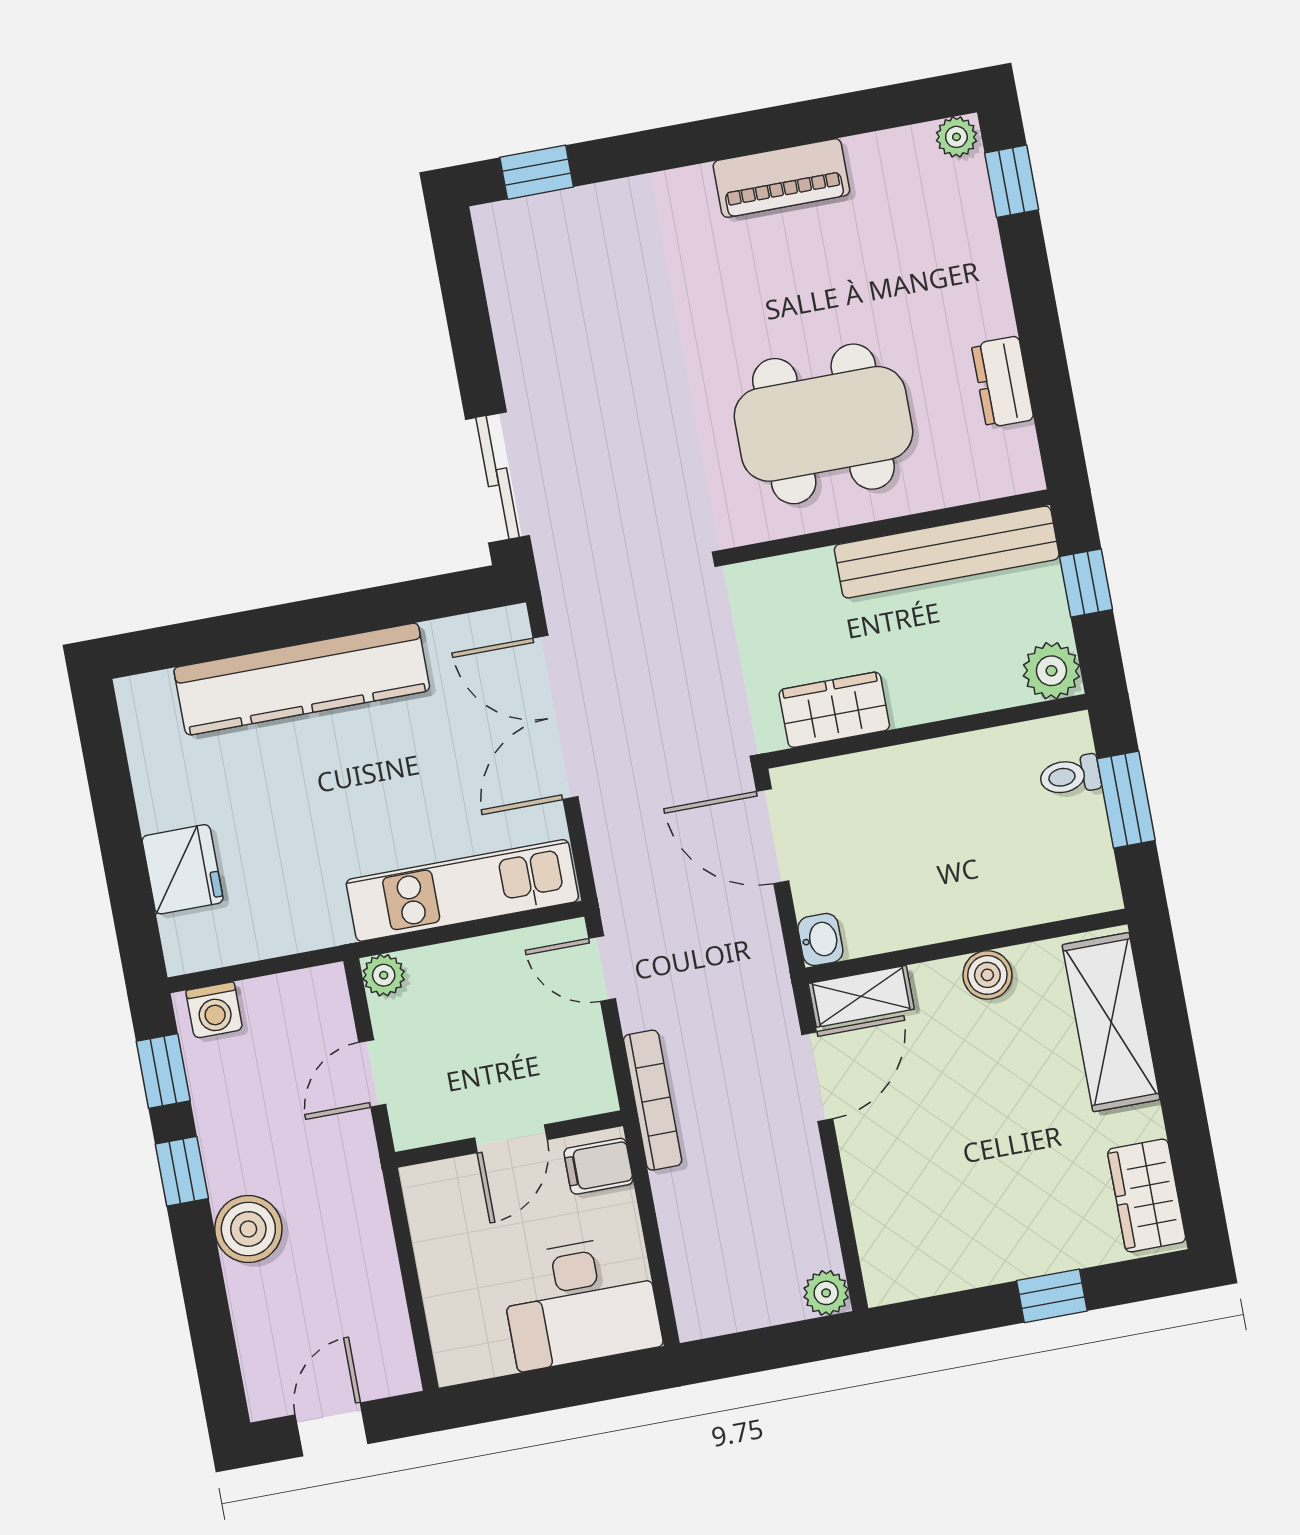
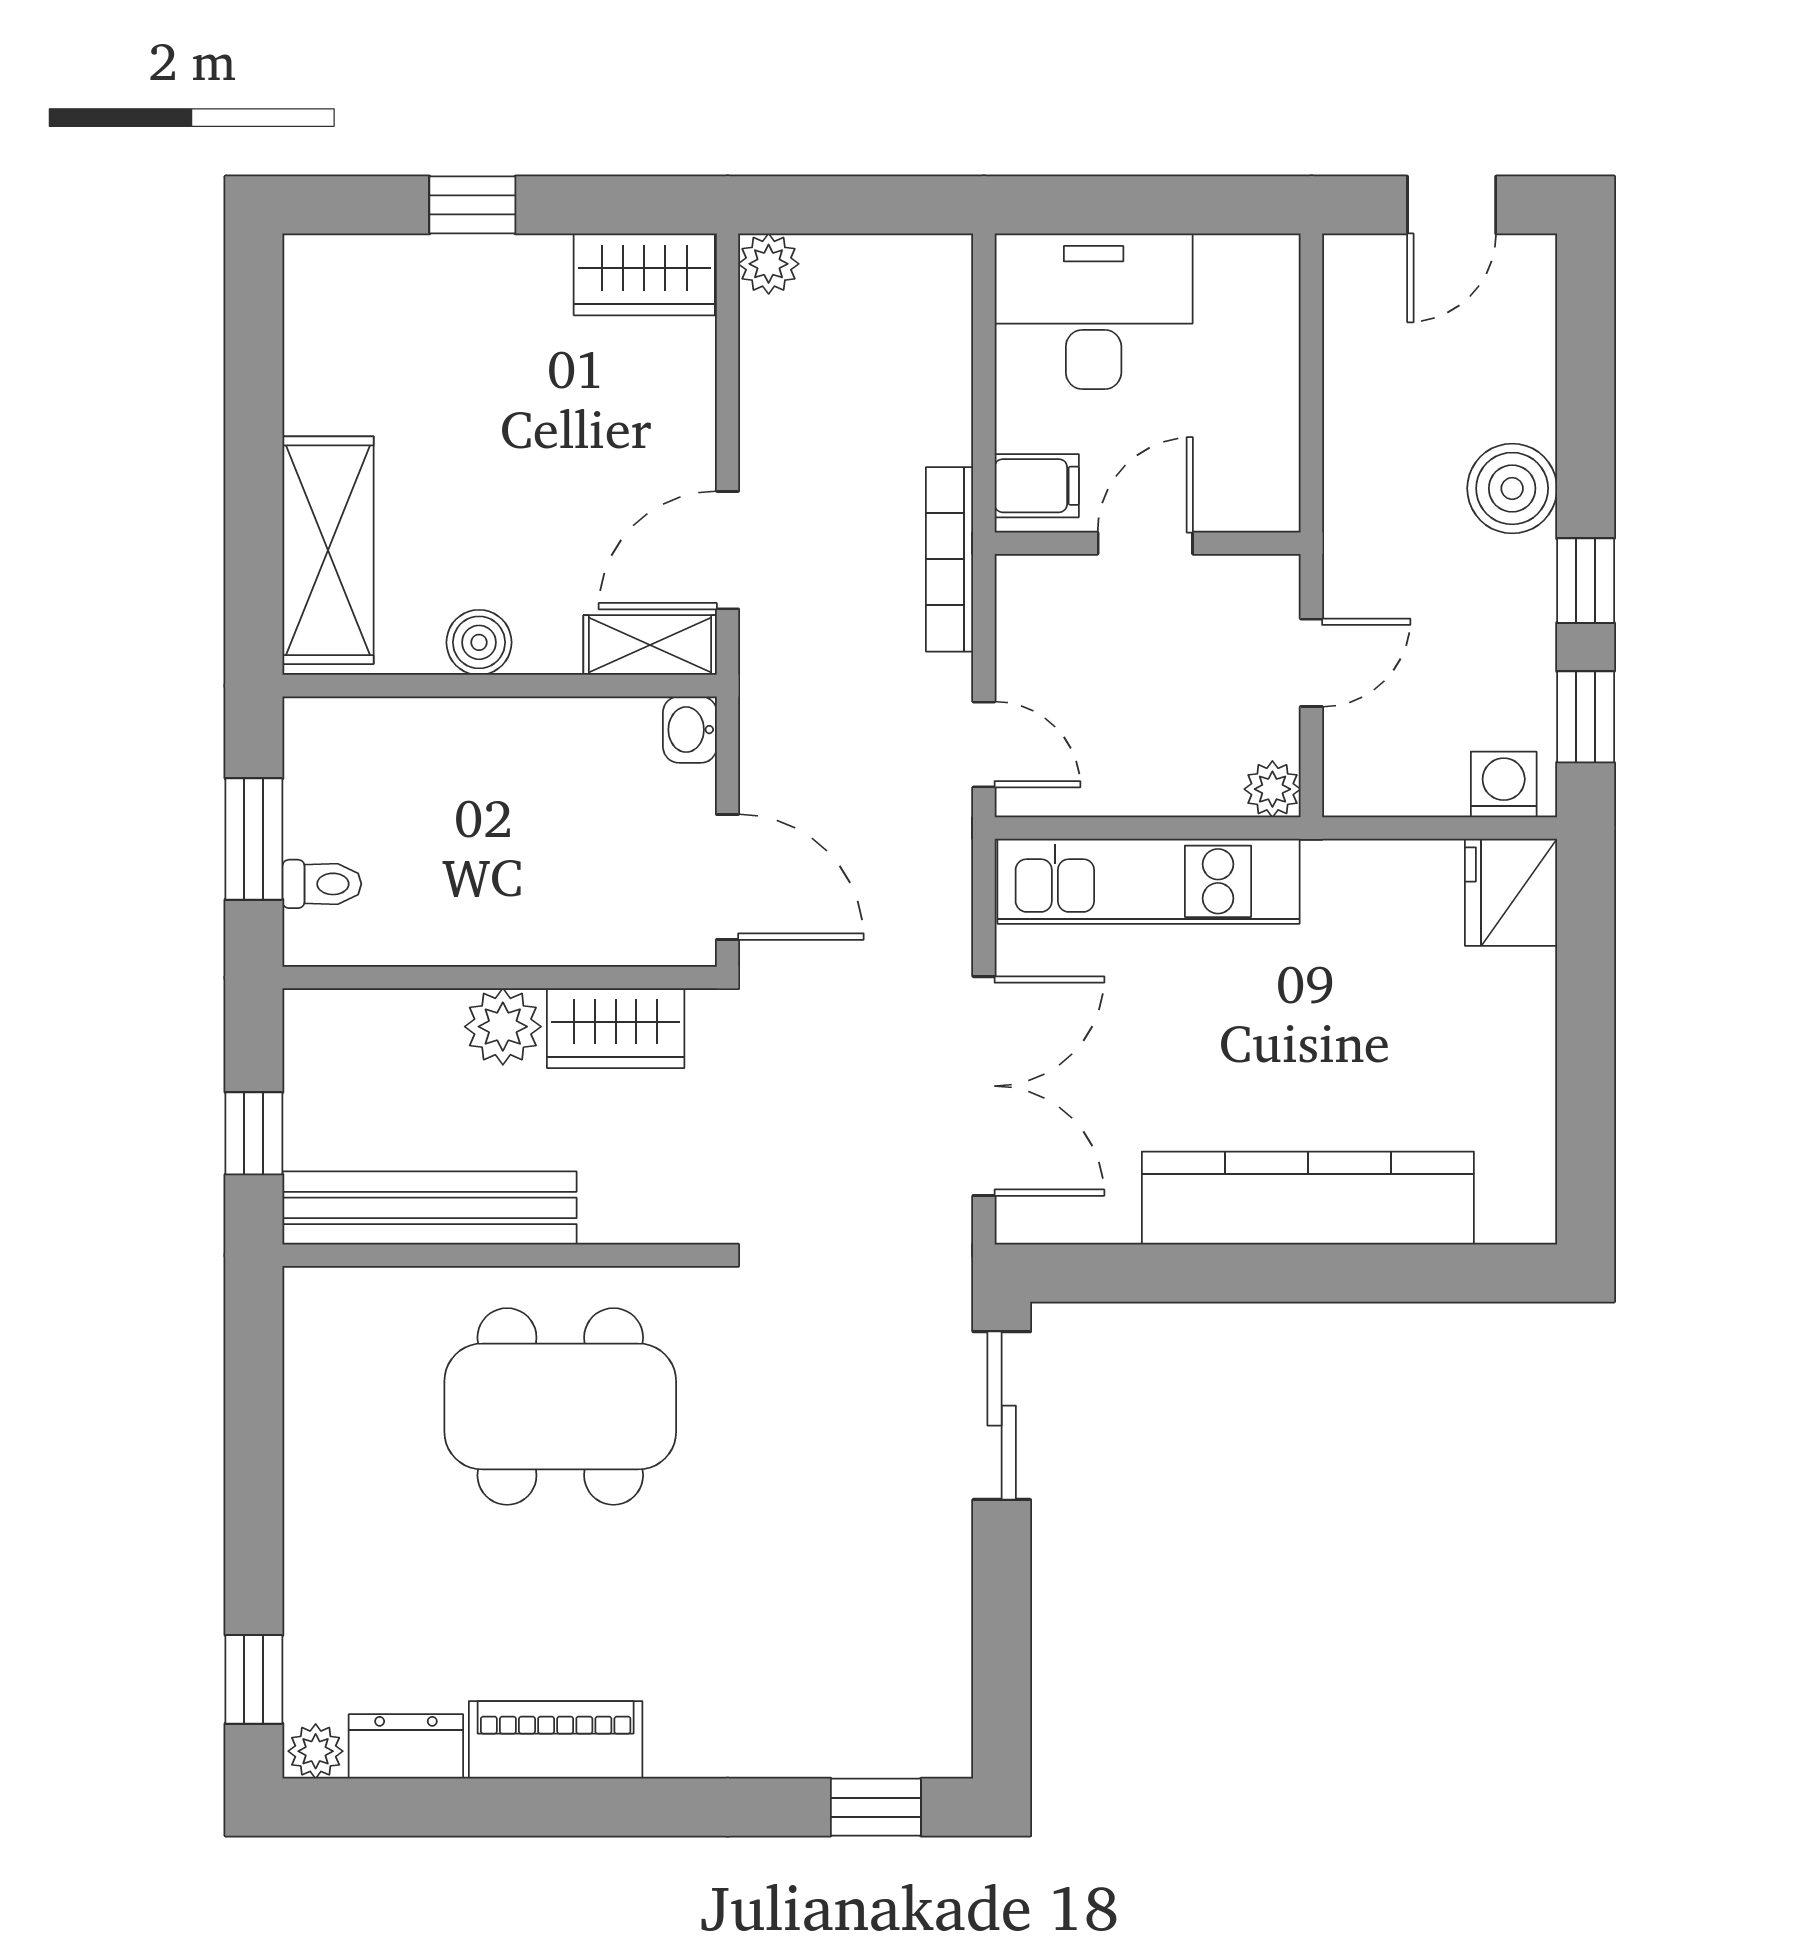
dresser: (1003, 382) -> (406, 1746), moved, turned -90
plant: (1051, 671) -> (503, 1027), moved
fridge: (183, 869) -> (1511, 892), moved
wardrobe: (1147, 1196) -> (644, 274), moved, turned 90

